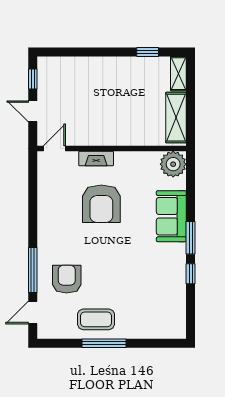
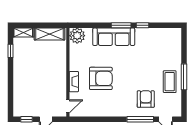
door: (54, 149) -> (68, 106), swing flipped
sofa: (171, 216) -> (114, 37), width x1.36
armchair: (67, 279) -> (146, 99), turned 90

